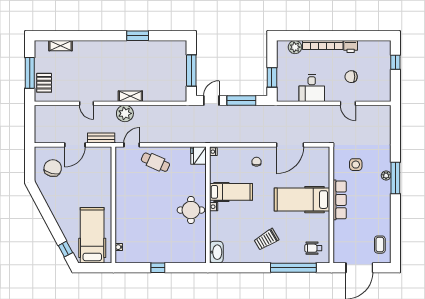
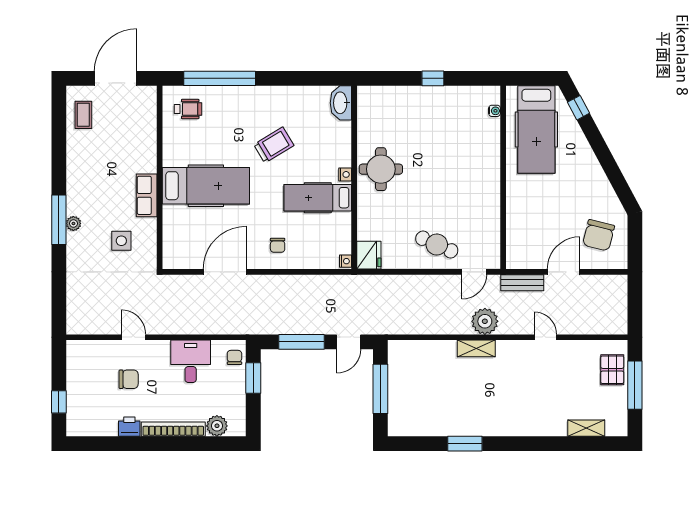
chair: (284, 91) -> (234, 357), added
row of seats: (340, 200) -> (147, 195), width x0.68
trolley: (266, 239) -> (274, 145), moved

